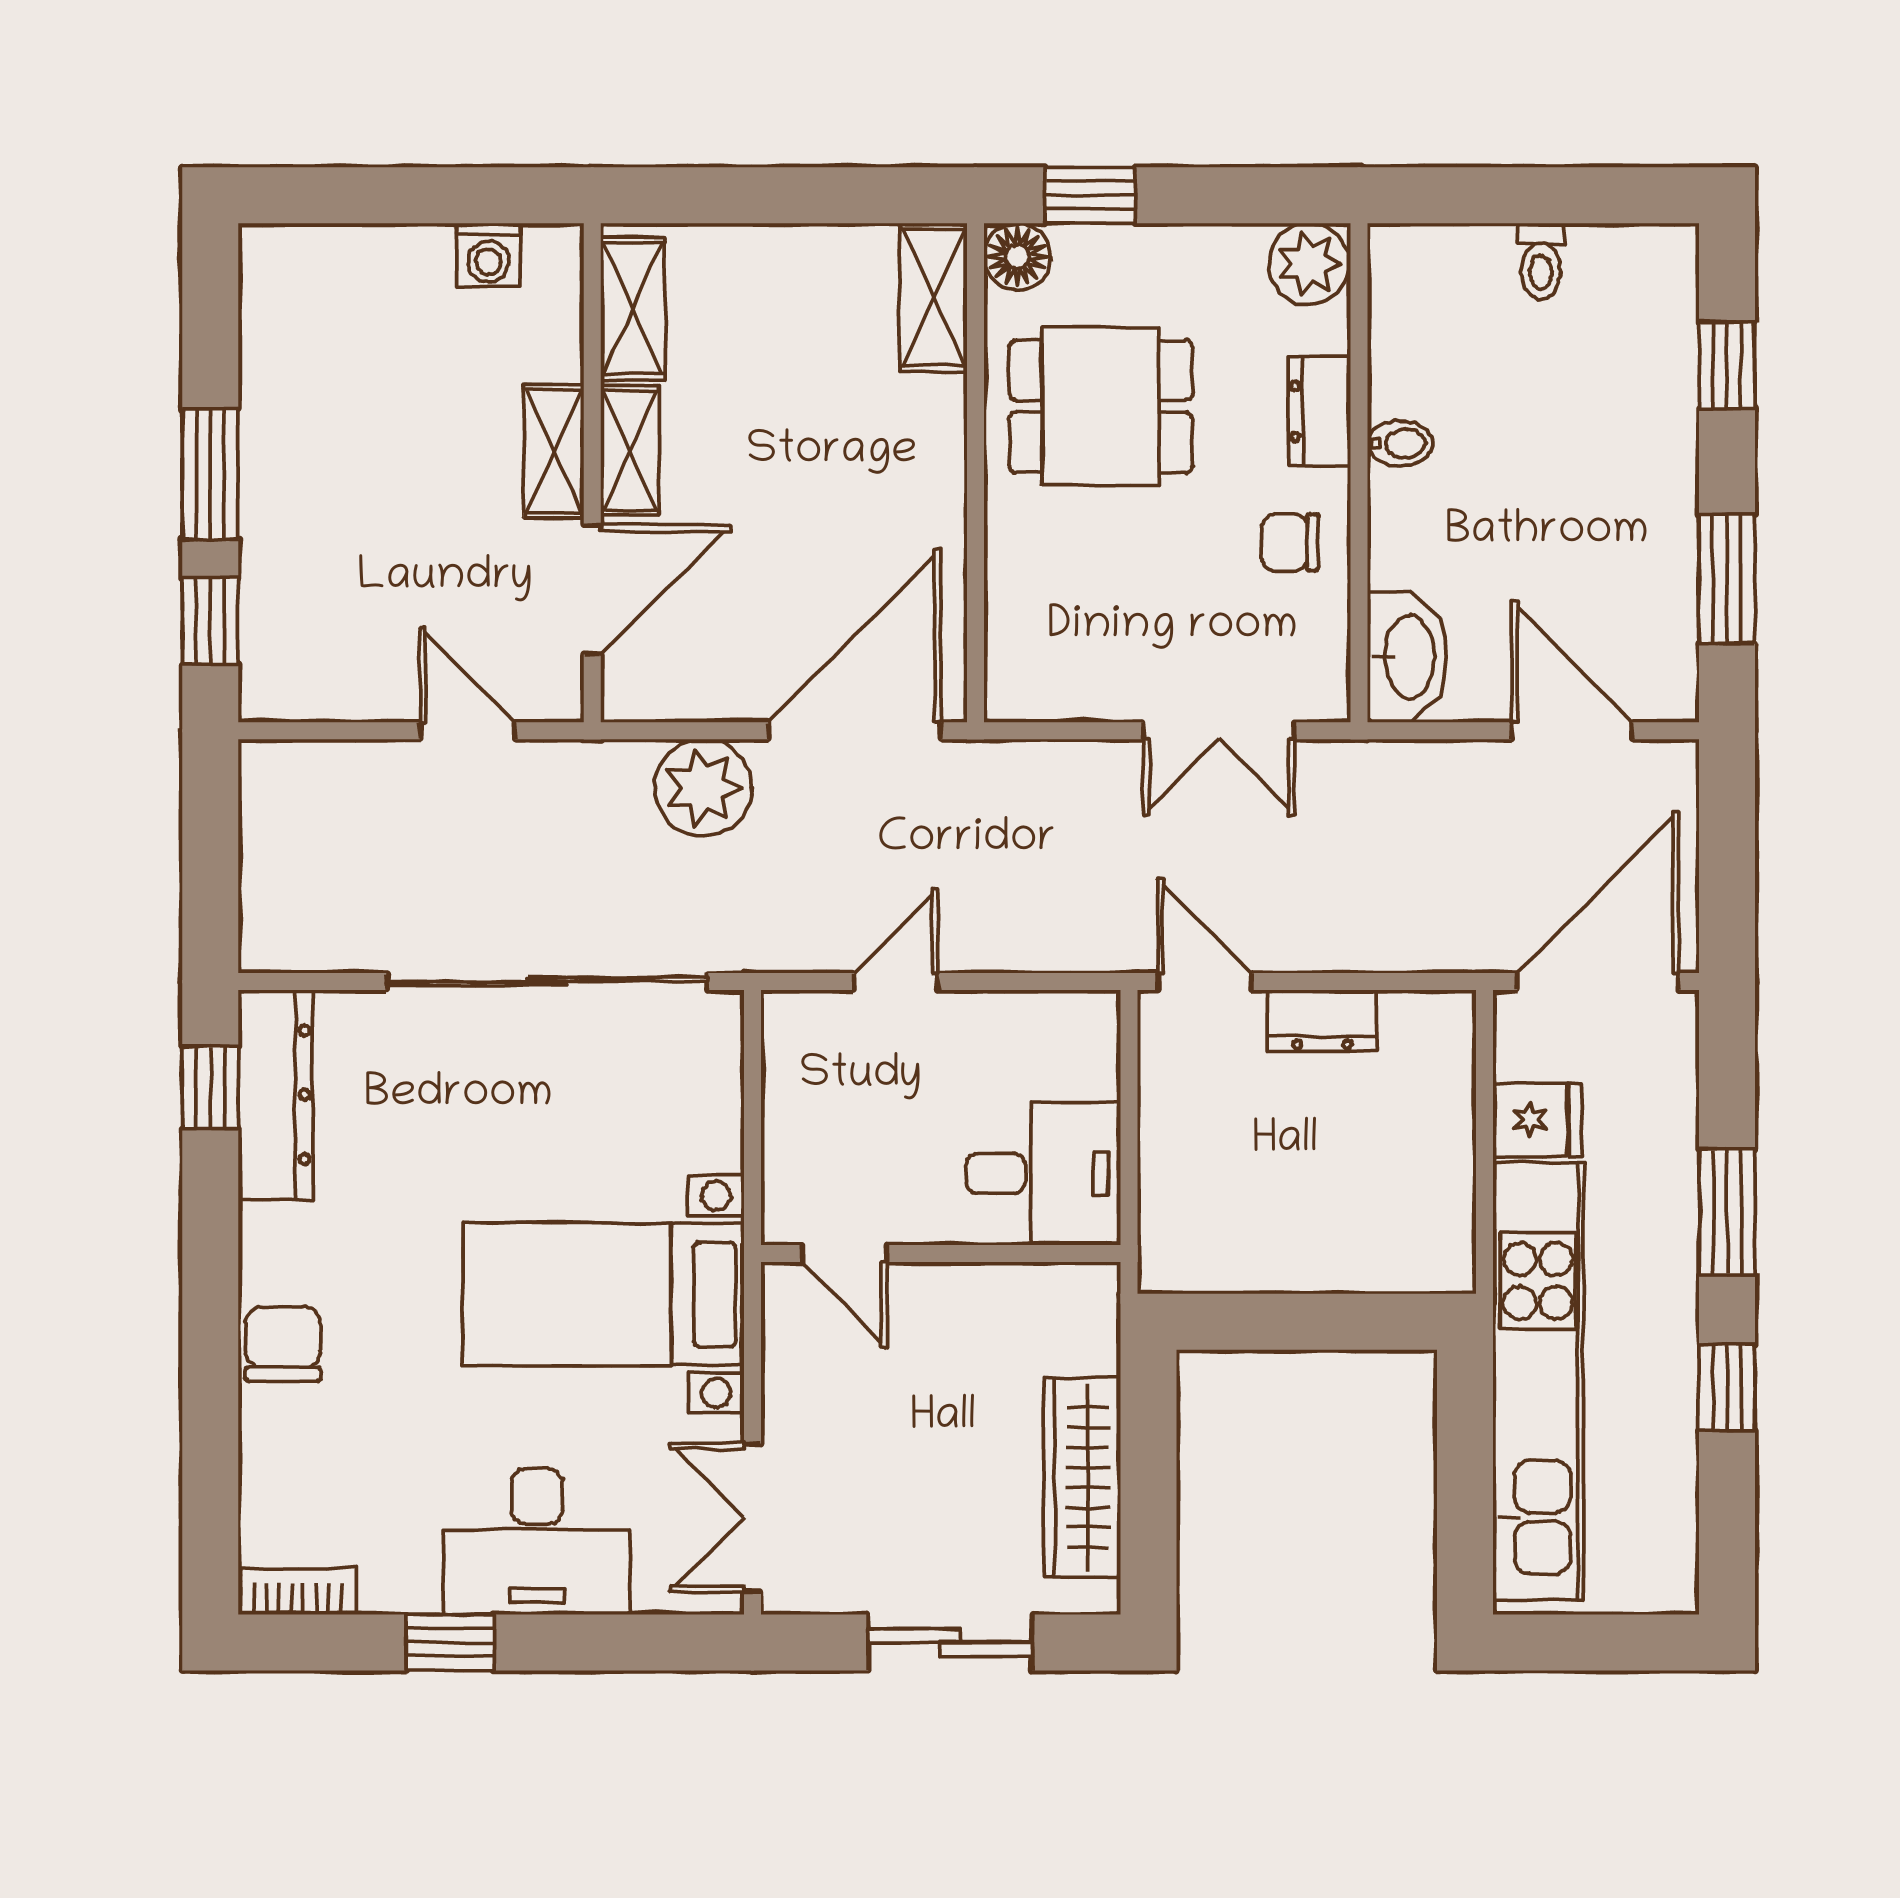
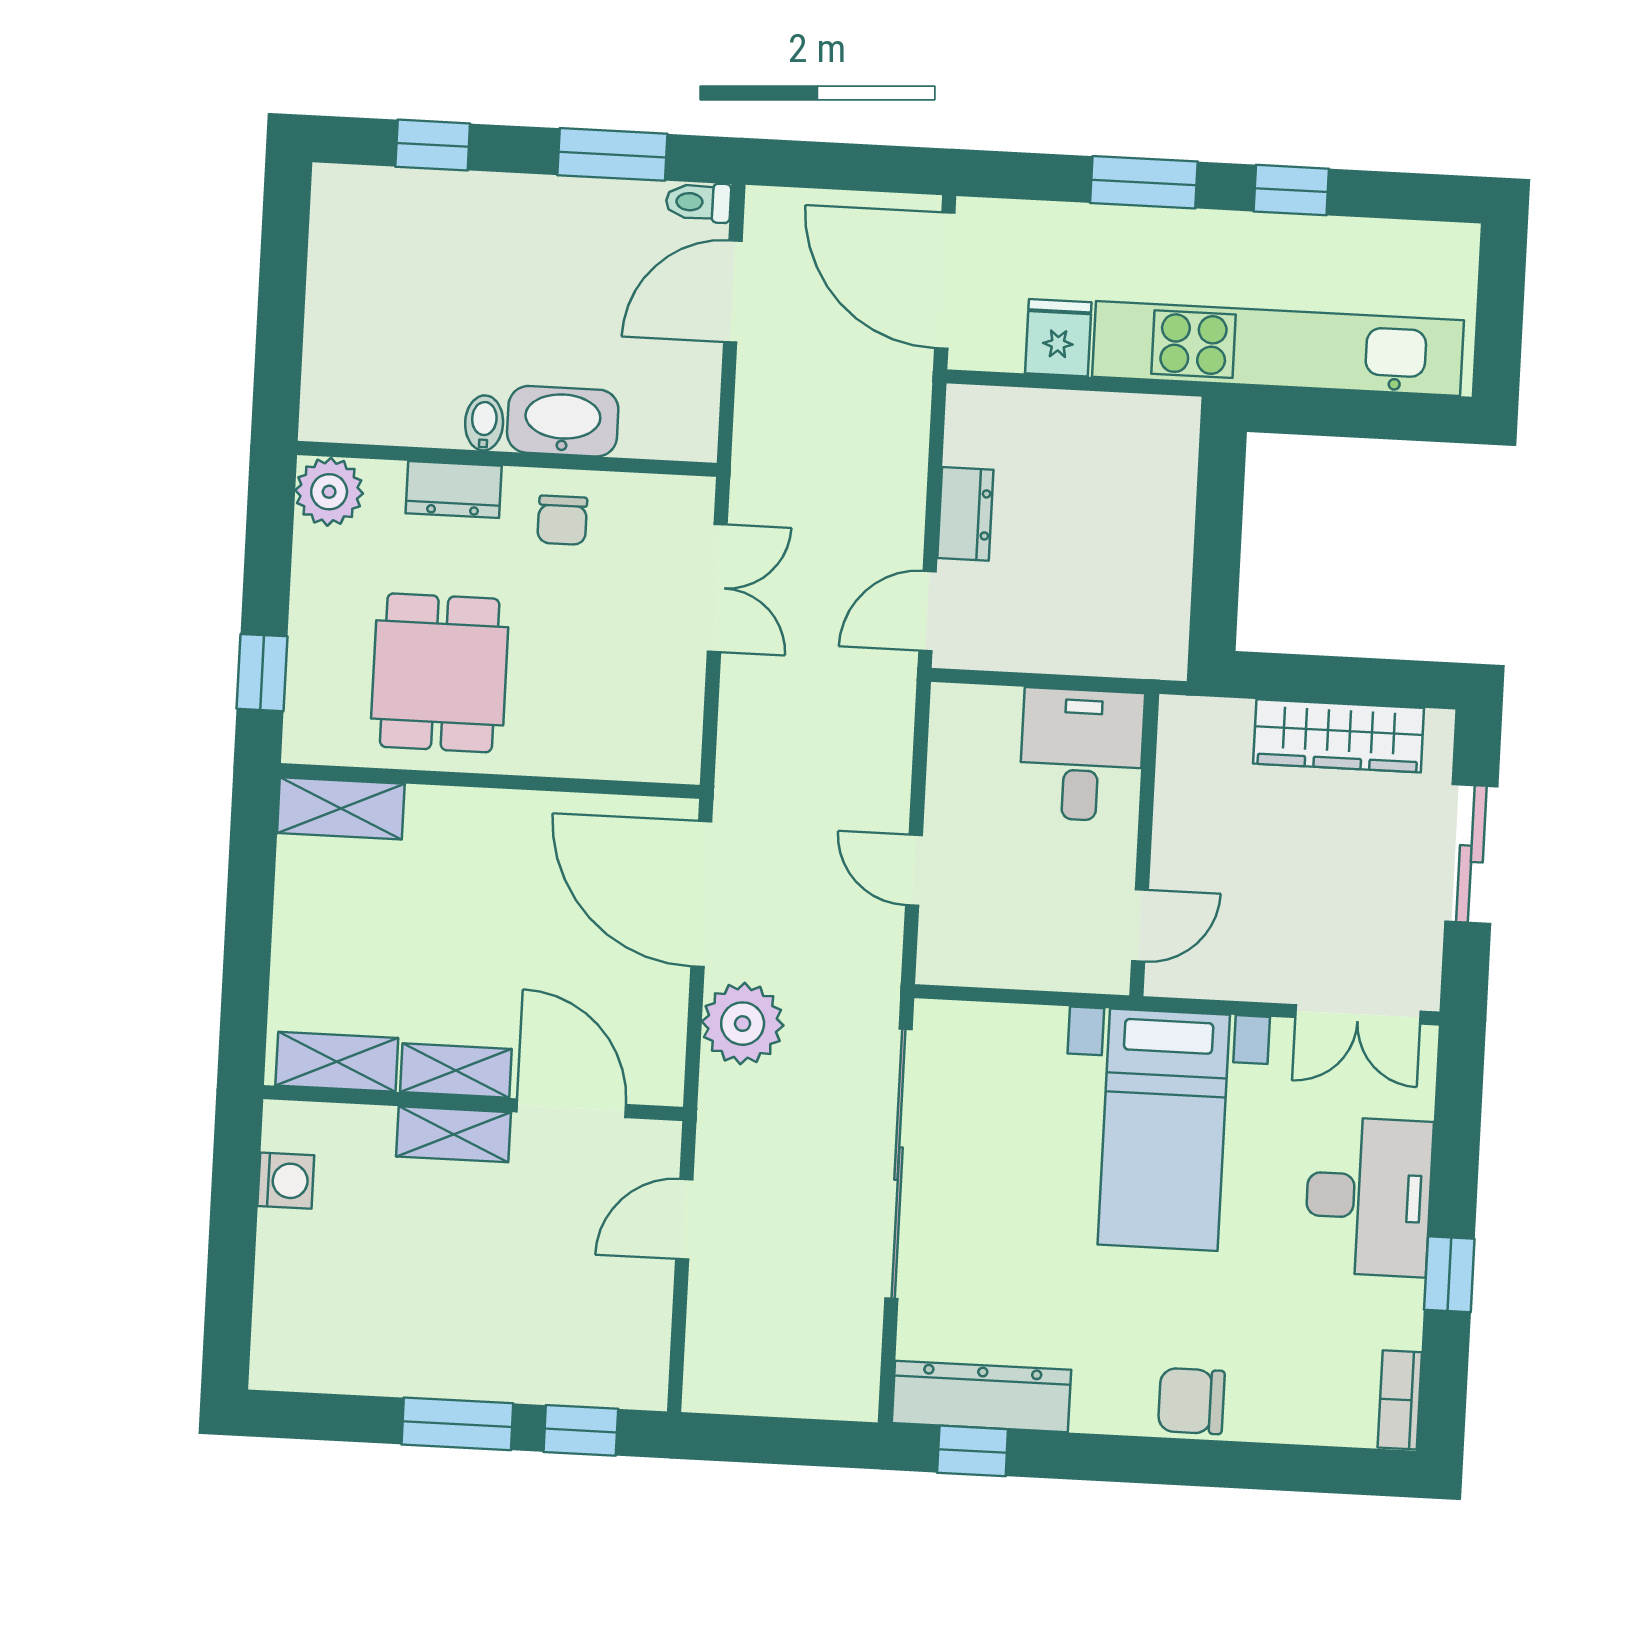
floor lamp: (1017, 257) -> (310, 736), removed
toilet: (1541, 261) -> (698, 202), moved, turned 180
washbasin: (1407, 657) -> (563, 421), moved

